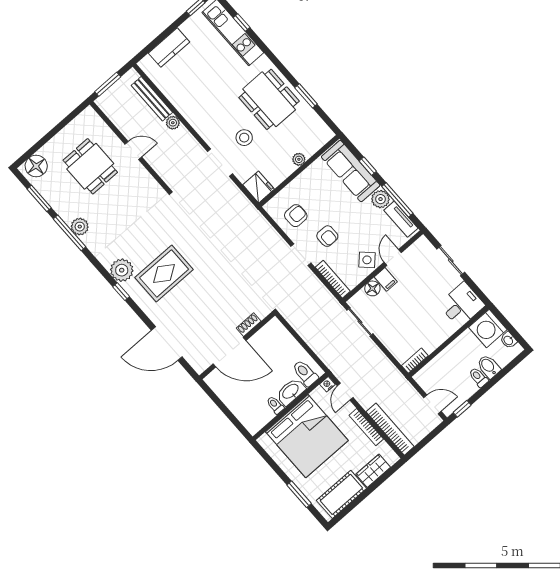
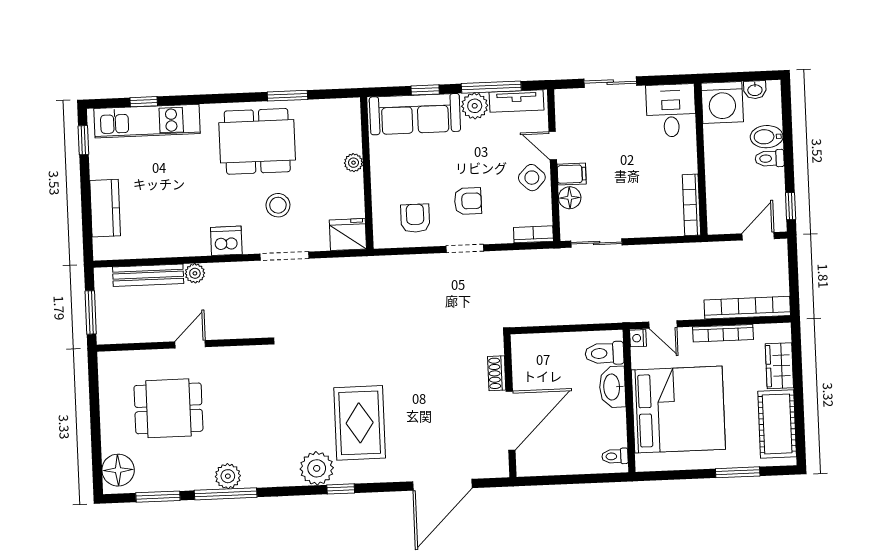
dishwasher: (203, 125) -> (226, 241), added
bookcase: (333, 279) -> (533, 234), width x0.64
bookcase: (415, 361) -> (691, 205), width x1.56
toilet: (275, 405) -> (615, 456), moved

